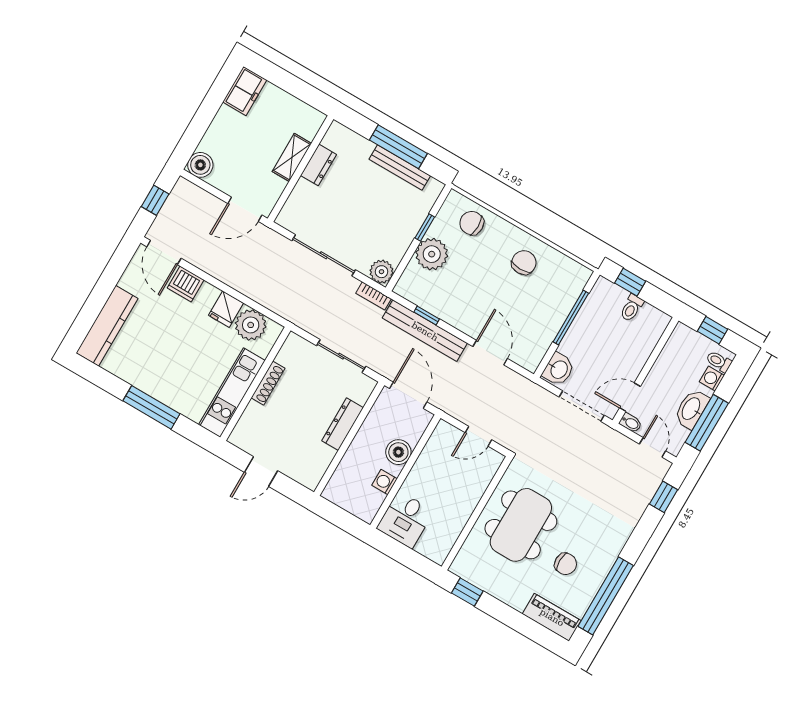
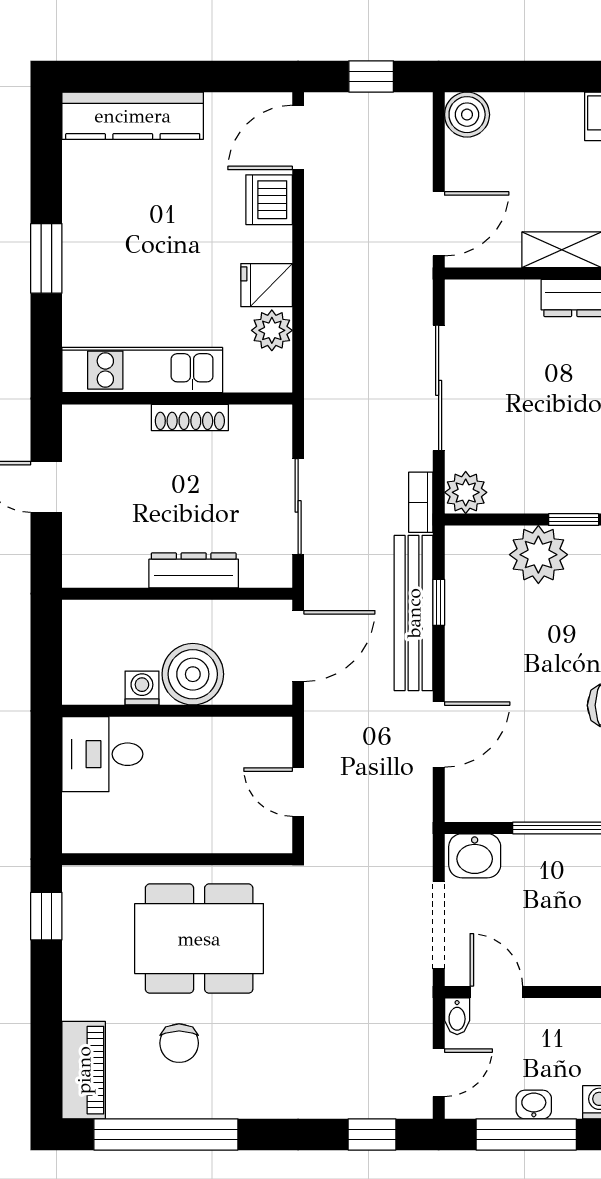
door: (245, 209) -> (439, 224), swing flipped
plant: (251, 325) -> (272, 330), width x0.73, depth x0.73
window: (151, 407) -> (46, 258), width x0.69
washbasin: (692, 409) -> (534, 1105), width x0.52, depth x0.69
boiler: (398, 452) -> (193, 674), width x1.37, depth x1.37

